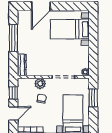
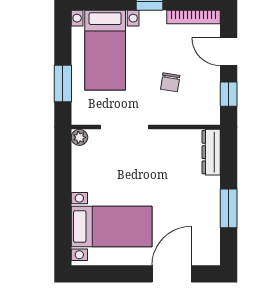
window: (13, 38) -> (229, 208), width x0.69
plant: (40, 84) -> (173, 114), removed
door: (13, 113) -> (229, 52), hinge flipped

